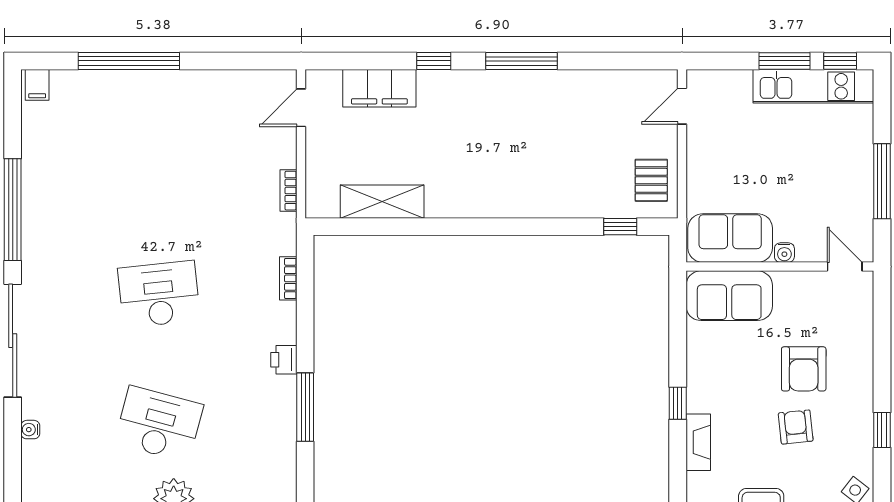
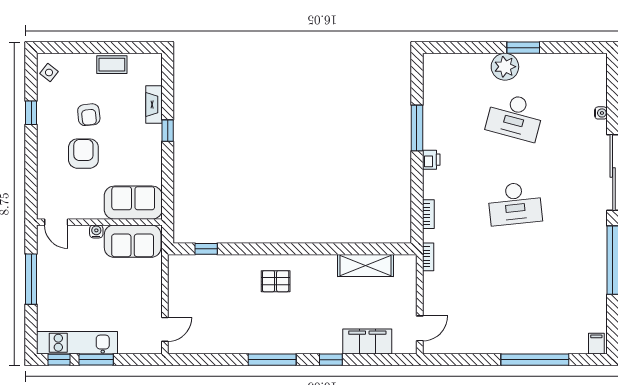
pallet: (651, 180) -> (276, 281), moved, turned 90
bookcase: (289, 191) -> (428, 257), moved

